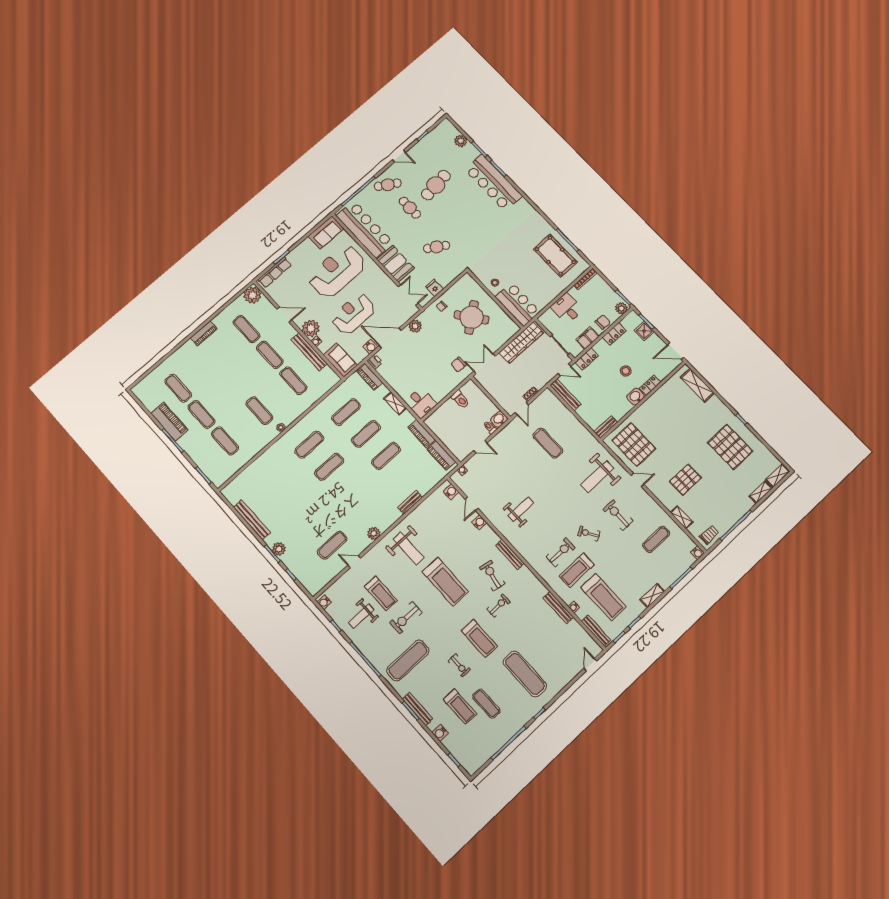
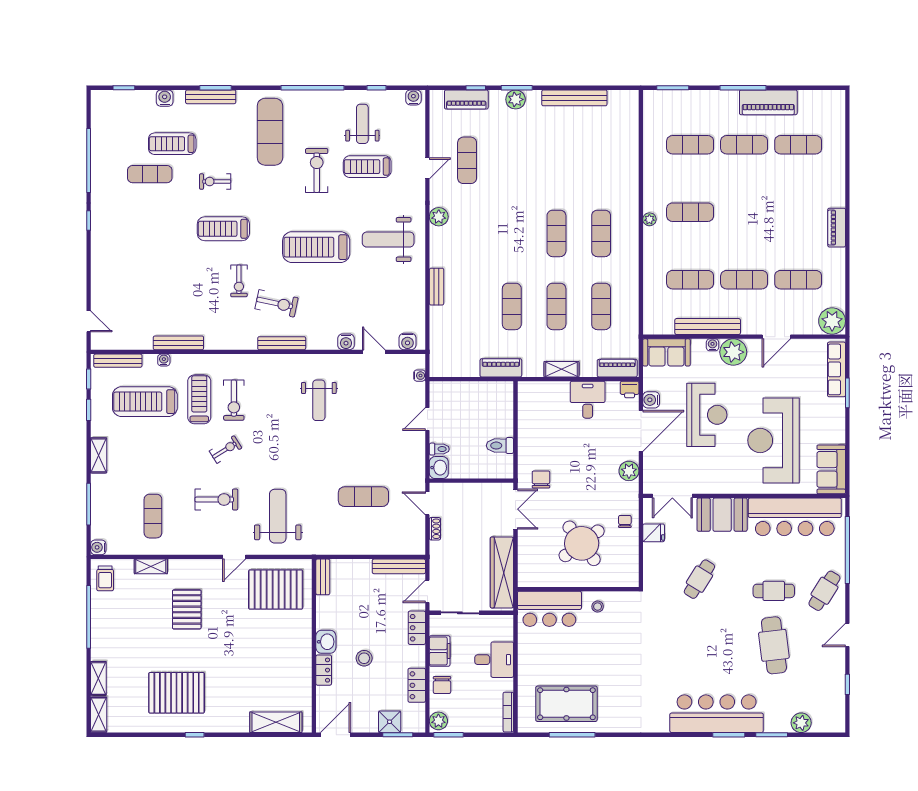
reception desk: (337, 271) -> (773, 440), turned 180
desk: (421, 403) -> (588, 400), moved, turned 90
piano: (441, 455) -> (466, 100), moved, turned 180
exercise mat: (525, 674) -> (143, 243), removed

